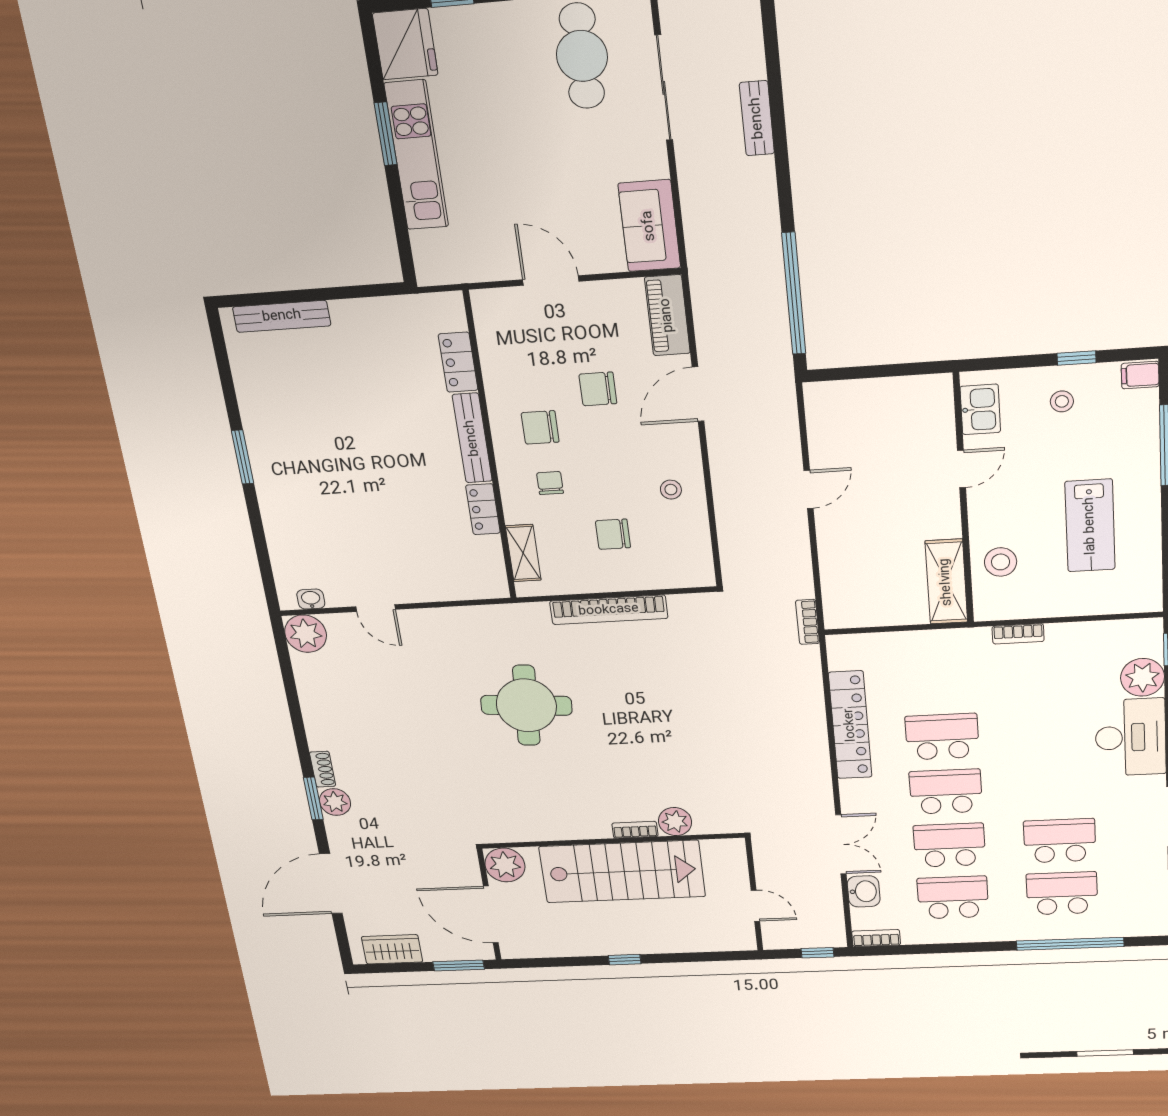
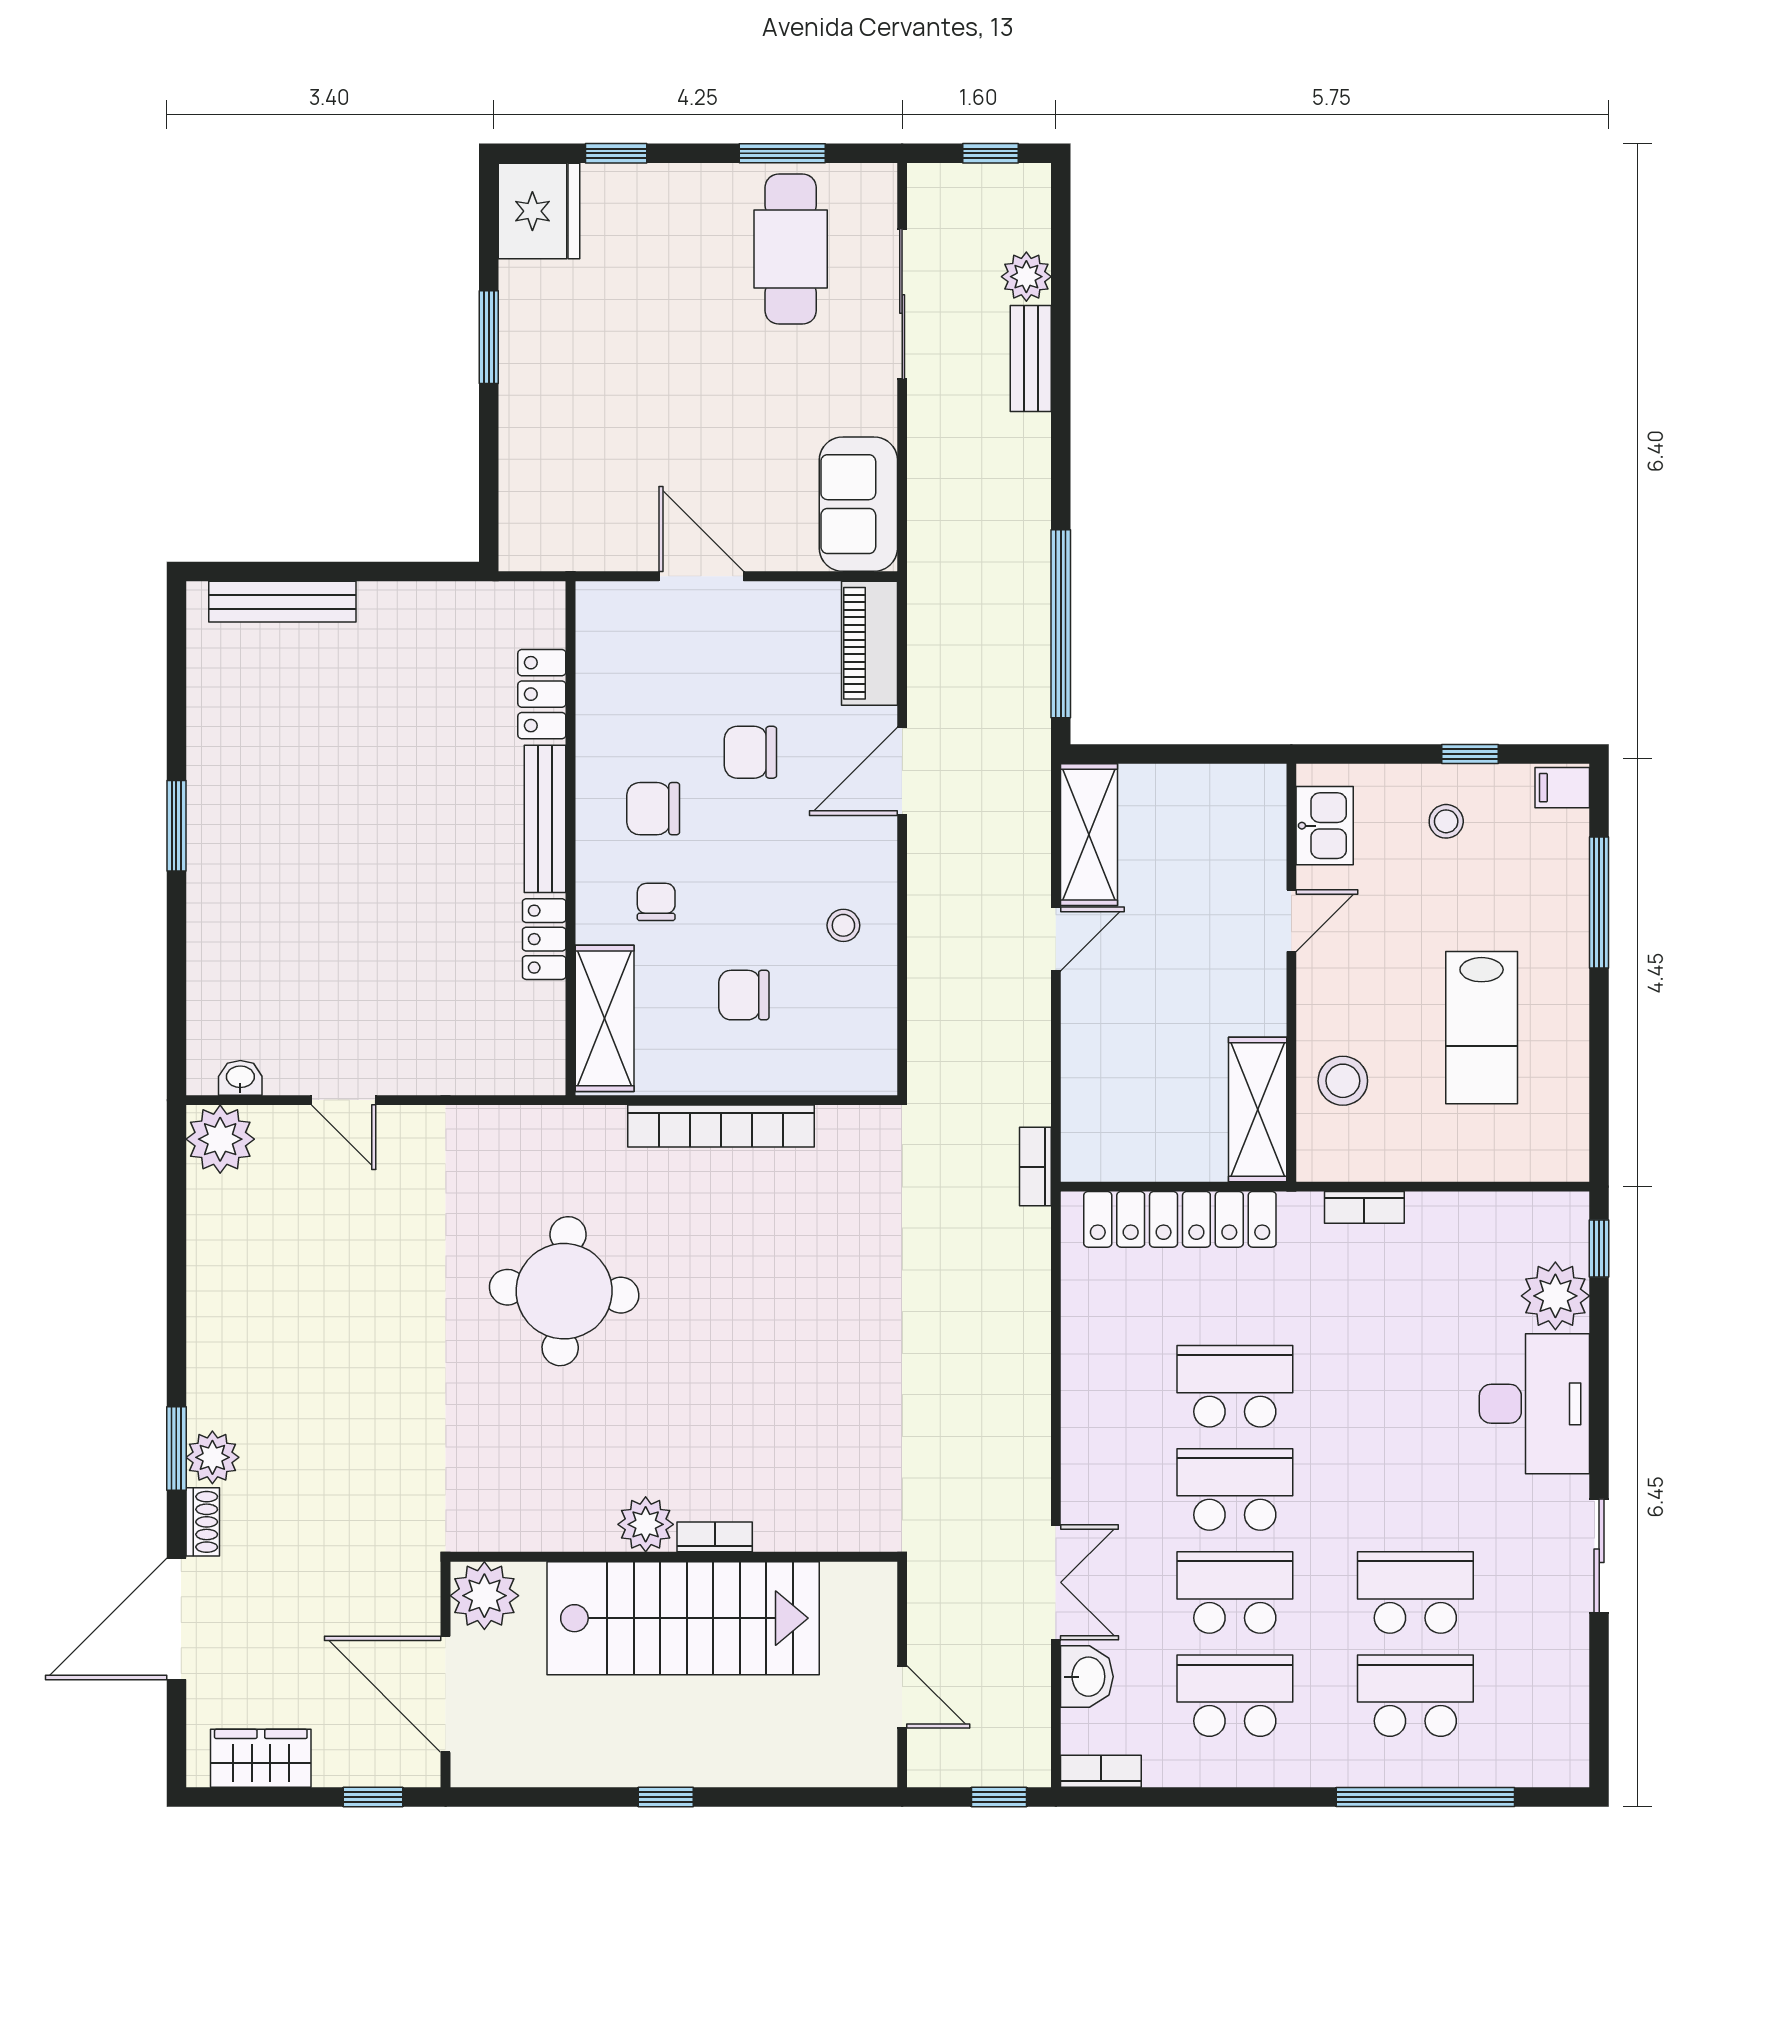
plant: (748, 61) -> (1026, 277), added
kitchen unit: (416, 155) -> (529, 372), removed
shelving: (824, 425) -> (1089, 835), added
shelving: (523, 553) -> (605, 1018), width x1.50, depth x1.33
locker: (850, 725) -> (1180, 1219), moved, turned 90
shoe rack: (323, 769) -> (203, 1522), moved
plant: (675, 822) -> (646, 1524), moved
window: (459, 965) -> (373, 1797), width x0.67

